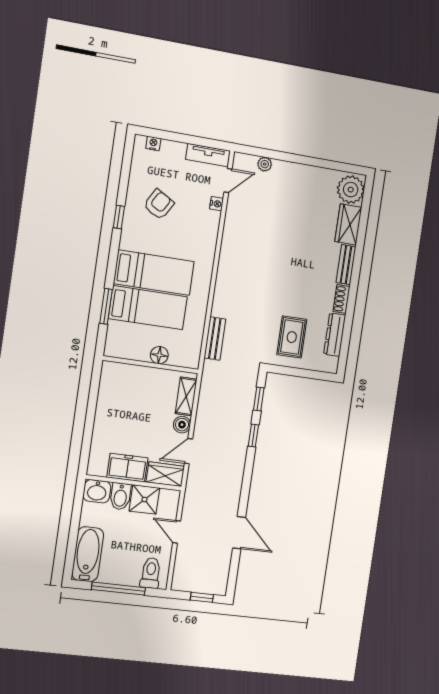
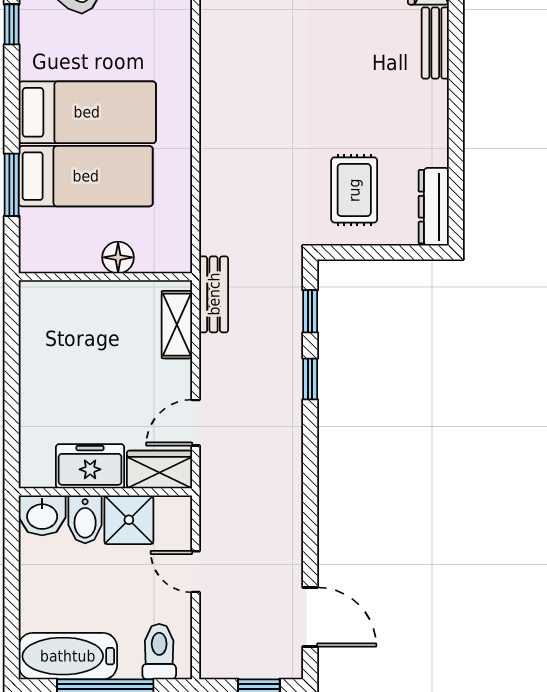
shoe rack: (341, 299) -> (437, 107), removed
dresser: (335, 335) -> (434, 207), moved
bench: (215, 339) -> (214, 294), moved
boiler: (182, 425) -> (177, 376), removed
door: (239, 533) -> (310, 617), moved
bathtub: (88, 554) -> (68, 656), moved, turned -90

